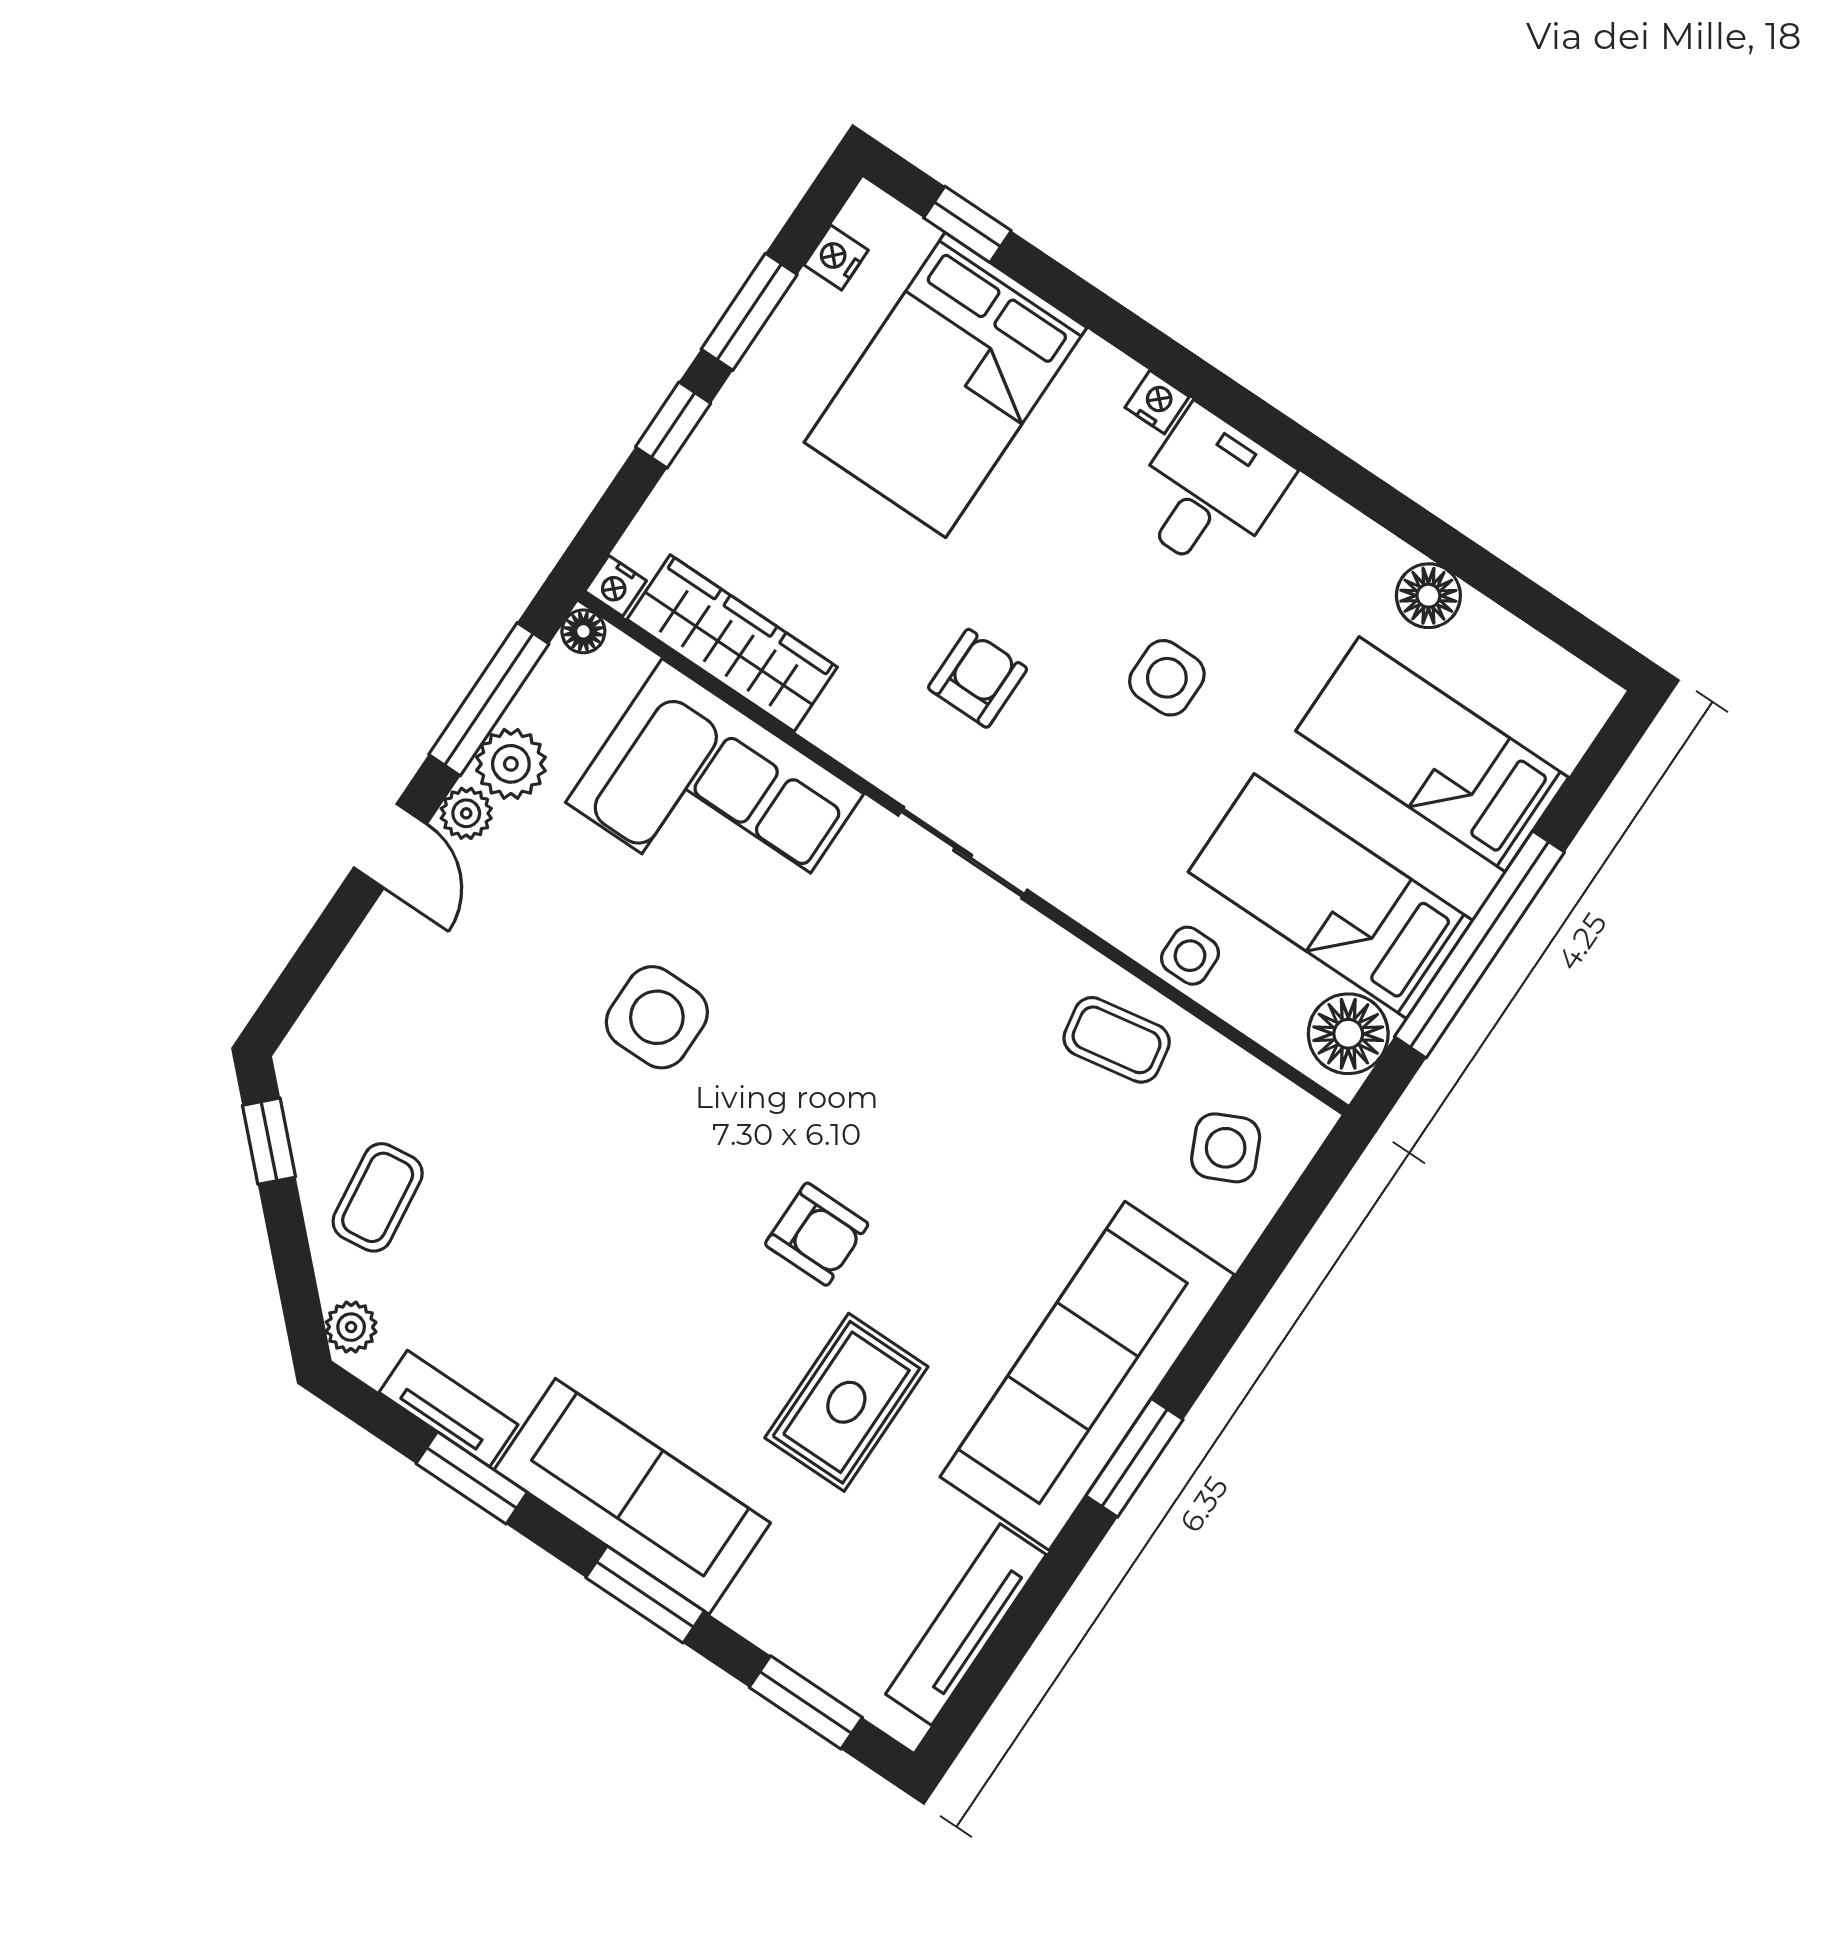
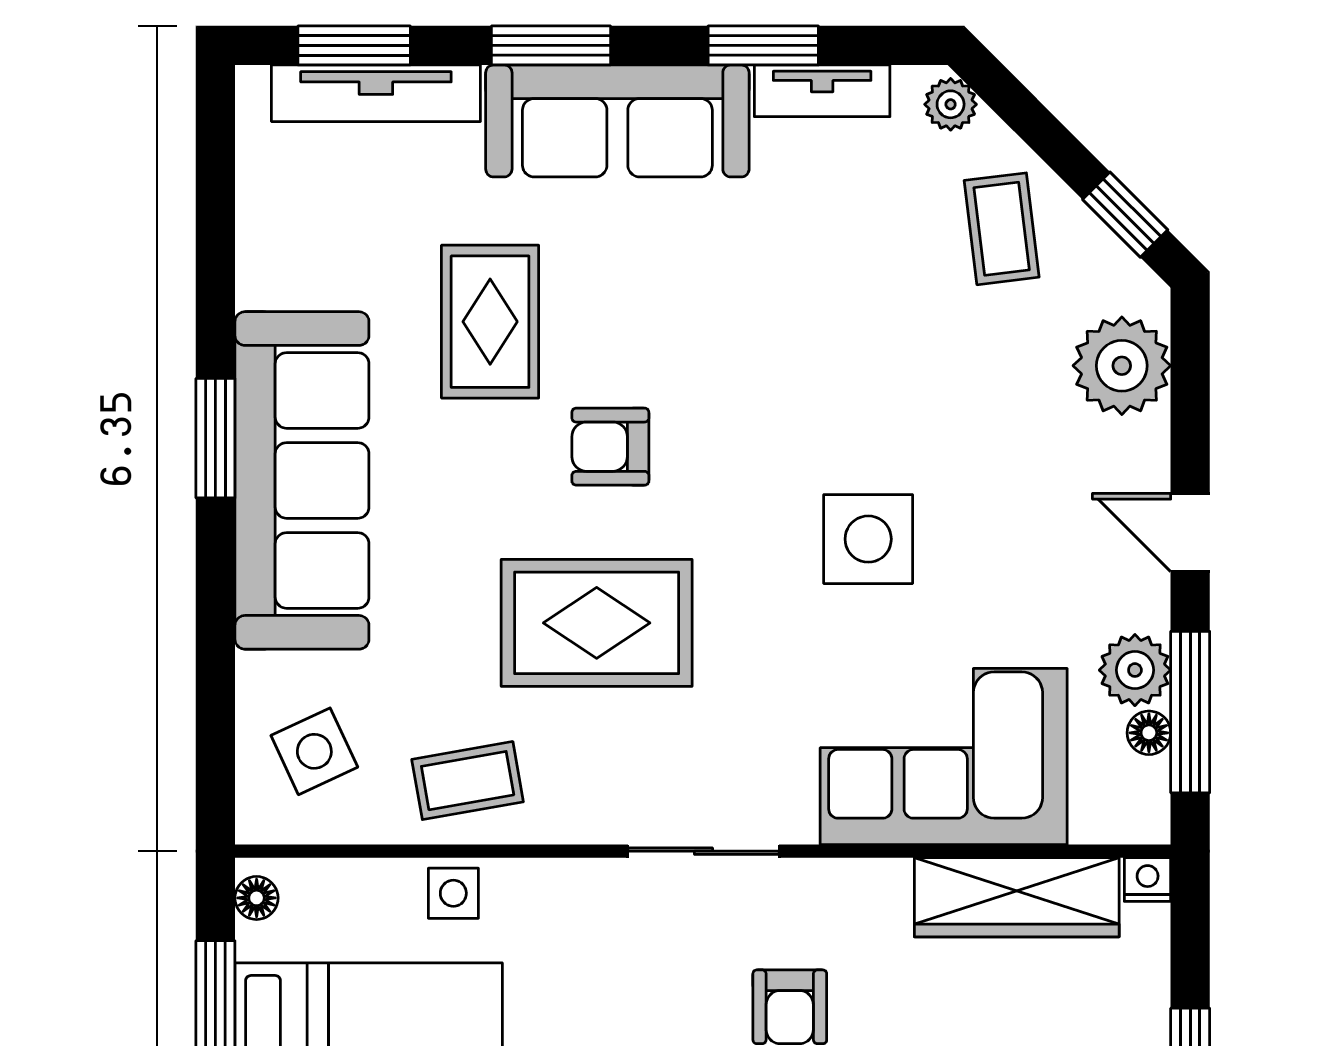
floor lamp: (583, 631) -> (1149, 733), moved
plant: (466, 813) -> (1122, 366), moved, width x1.88, depth x1.88
floor lamp: (1348, 1034) -> (257, 898), width x0.53, depth x0.53
rug: (925, 1098) -> (597, 623), added
tv unit: (966, 1624) -> (376, 93), moved, turned 90

